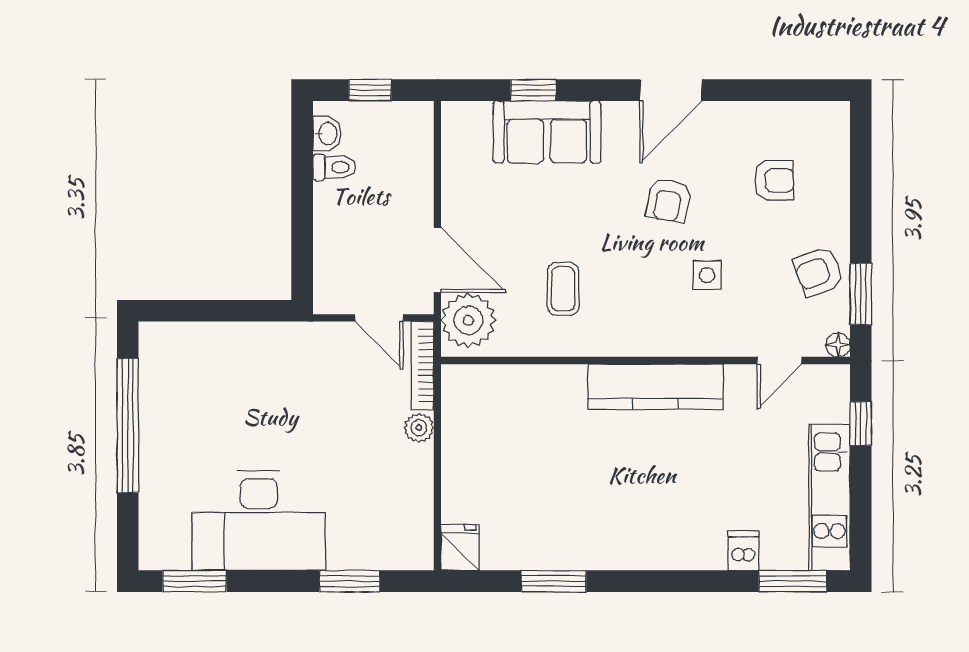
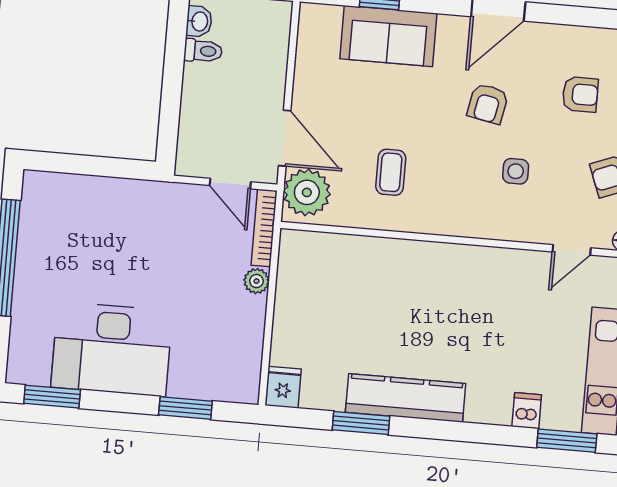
kitchen counter: (655, 387) -> (406, 398), moved, turned 180

